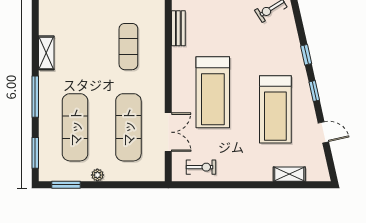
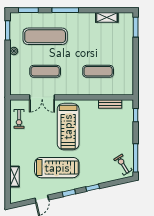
shelving: (46, 53) -> (107, 17), moved
treadmill: (213, 92) -> (68, 127), turned -90
treadmill: (275, 109) -> (57, 168), turned 180
exercise mat: (128, 127) -> (45, 71), width x0.73, depth x0.69

